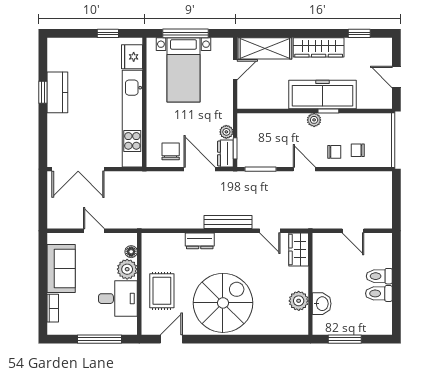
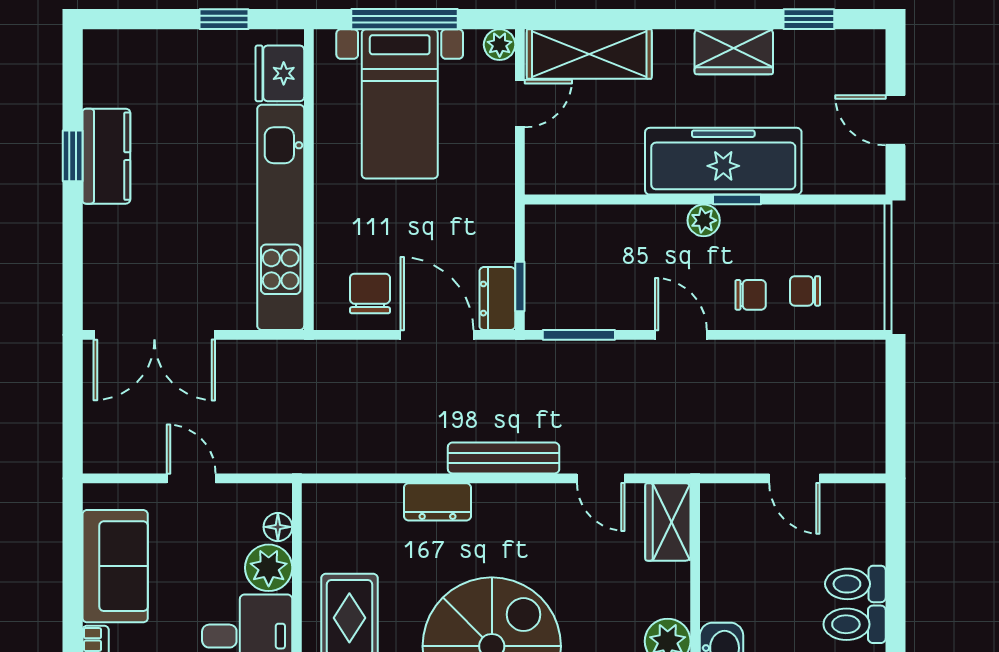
wardrobe: (319, 47) -> (734, 52), width x0.67
plant: (226, 132) -> (500, 45), moved

